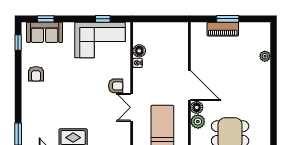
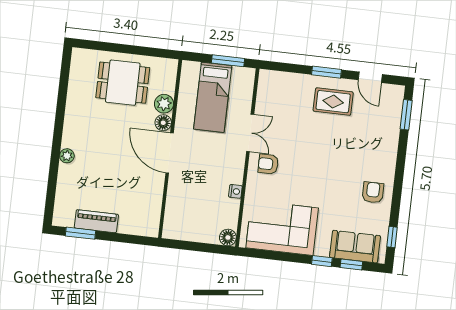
window: (103, 19) -> (322, 261), moved
window: (228, 19) -> (81, 233), moved
piano: (223, 29) -> (96, 221), moved
floor lamp: (139, 51) -> (228, 237), moved
plant: (265, 56) -> (67, 156), moved

